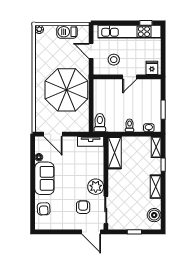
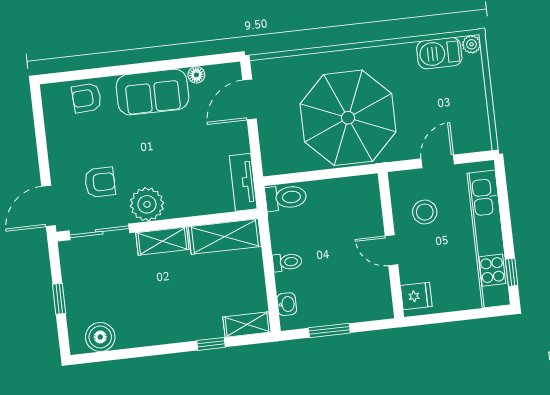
barbecue: (67, 32) -> (439, 53), moved, turned -90
shelving: (156, 187) -> (162, 241), moved

